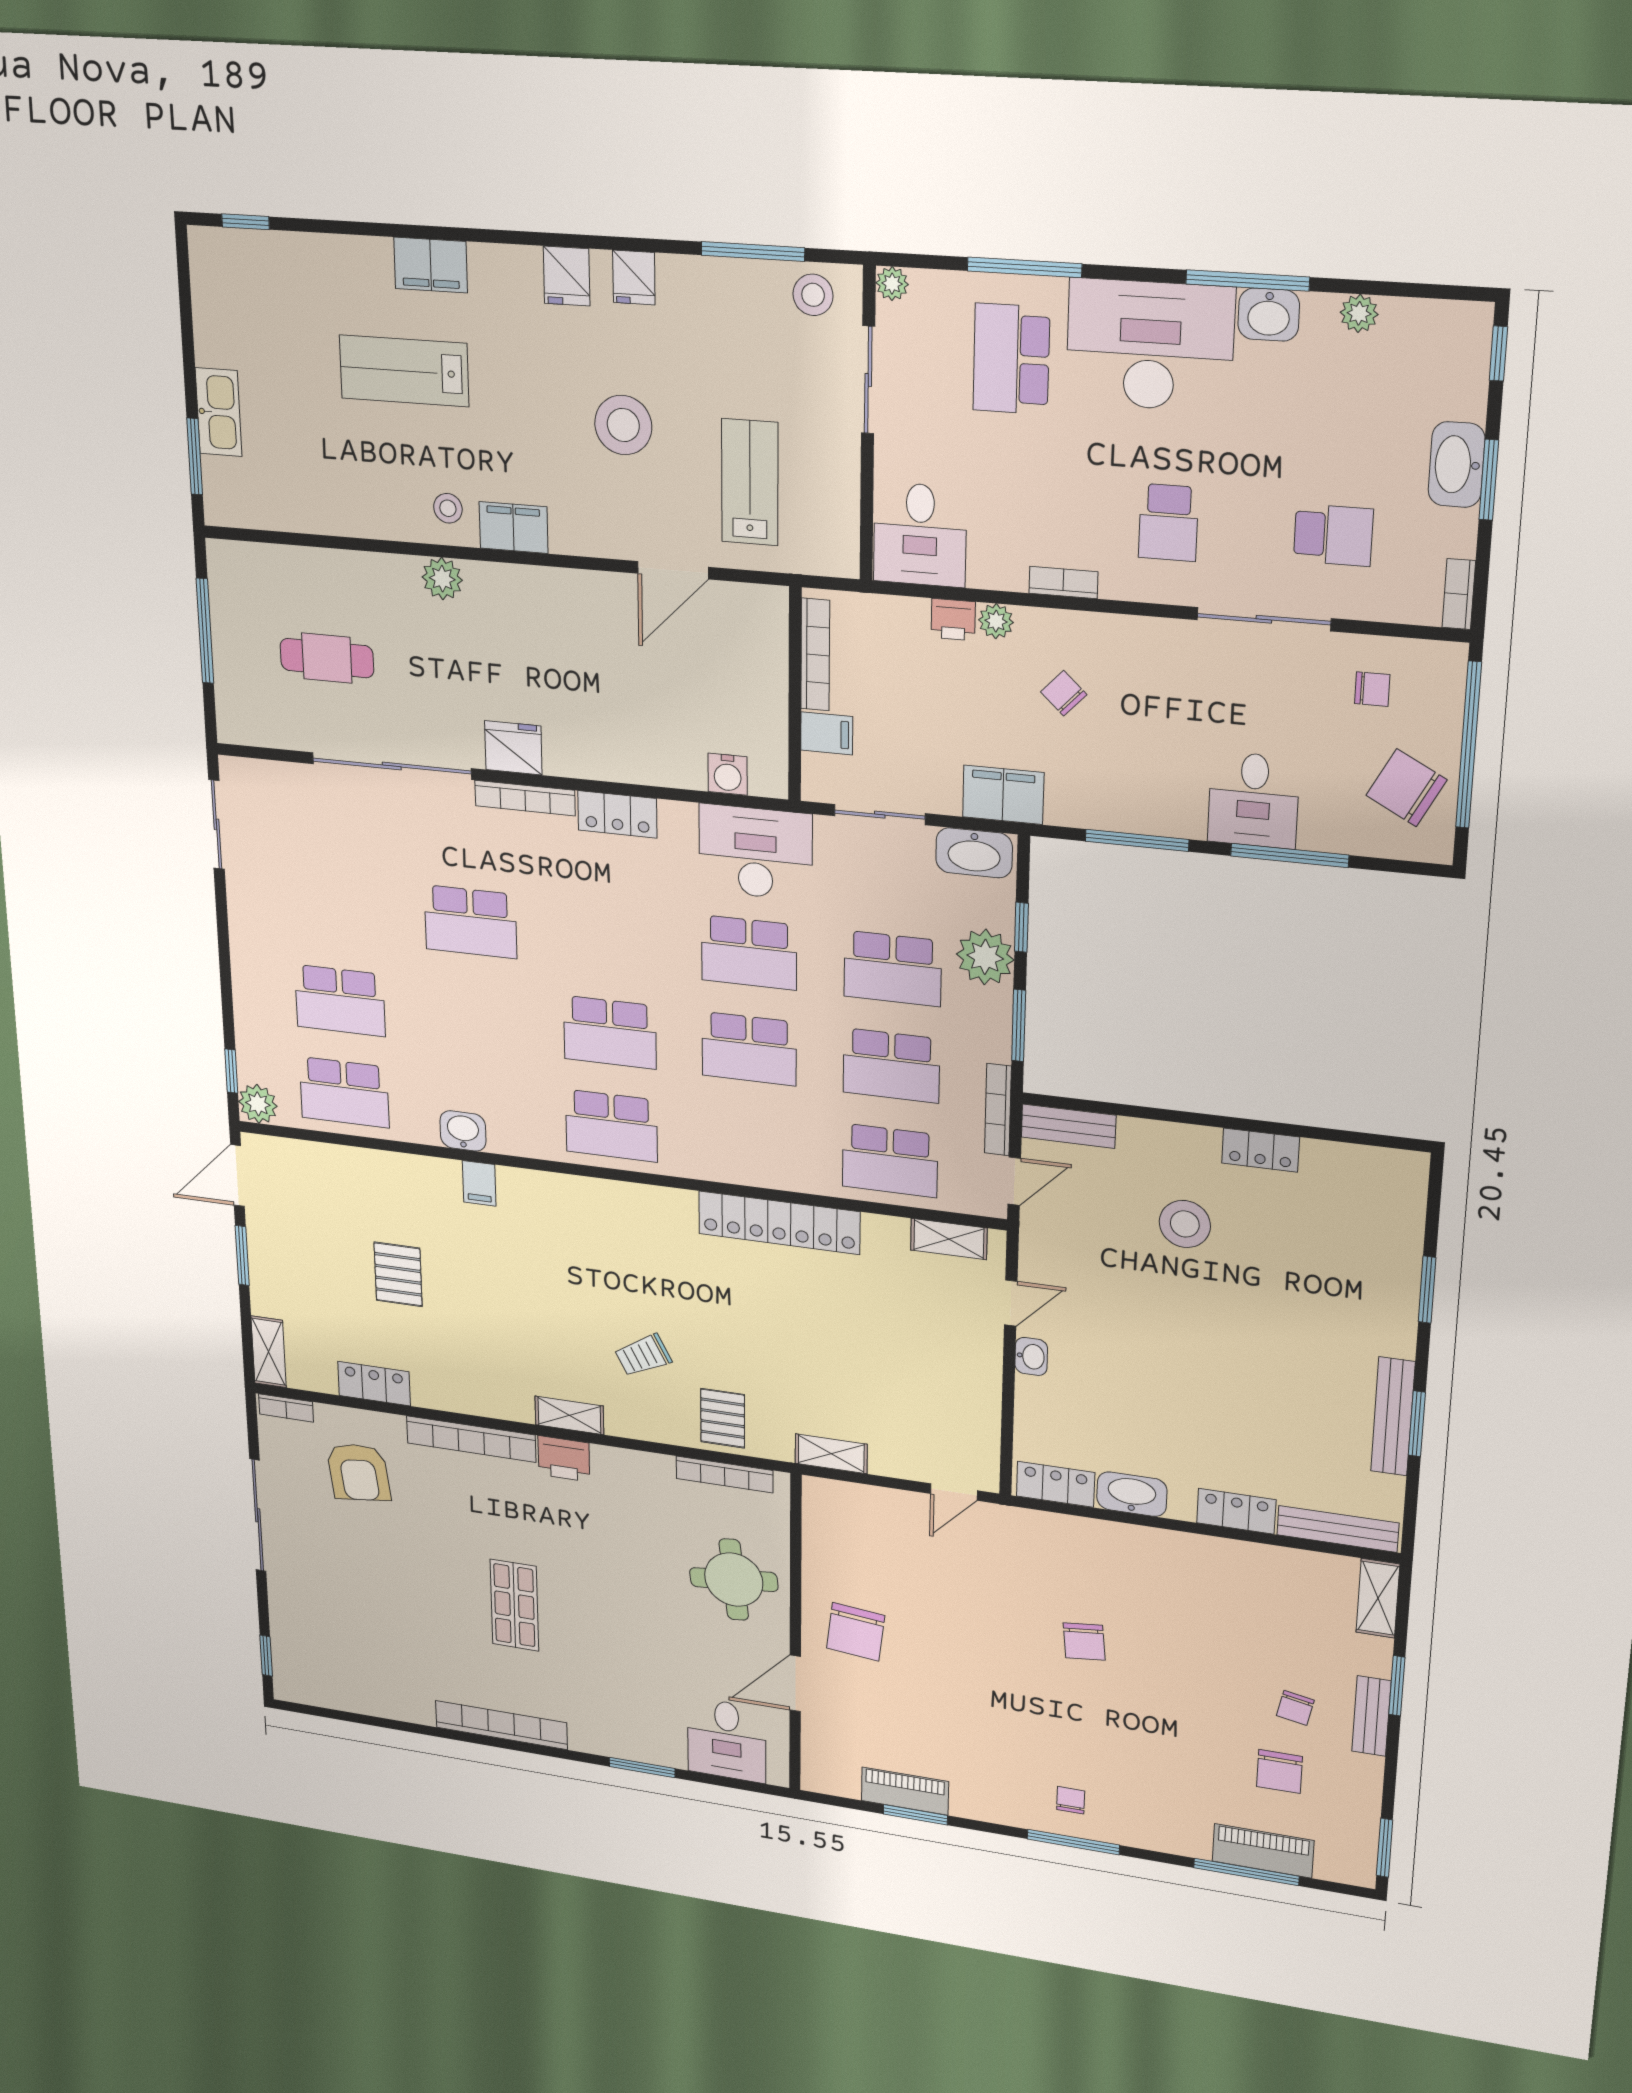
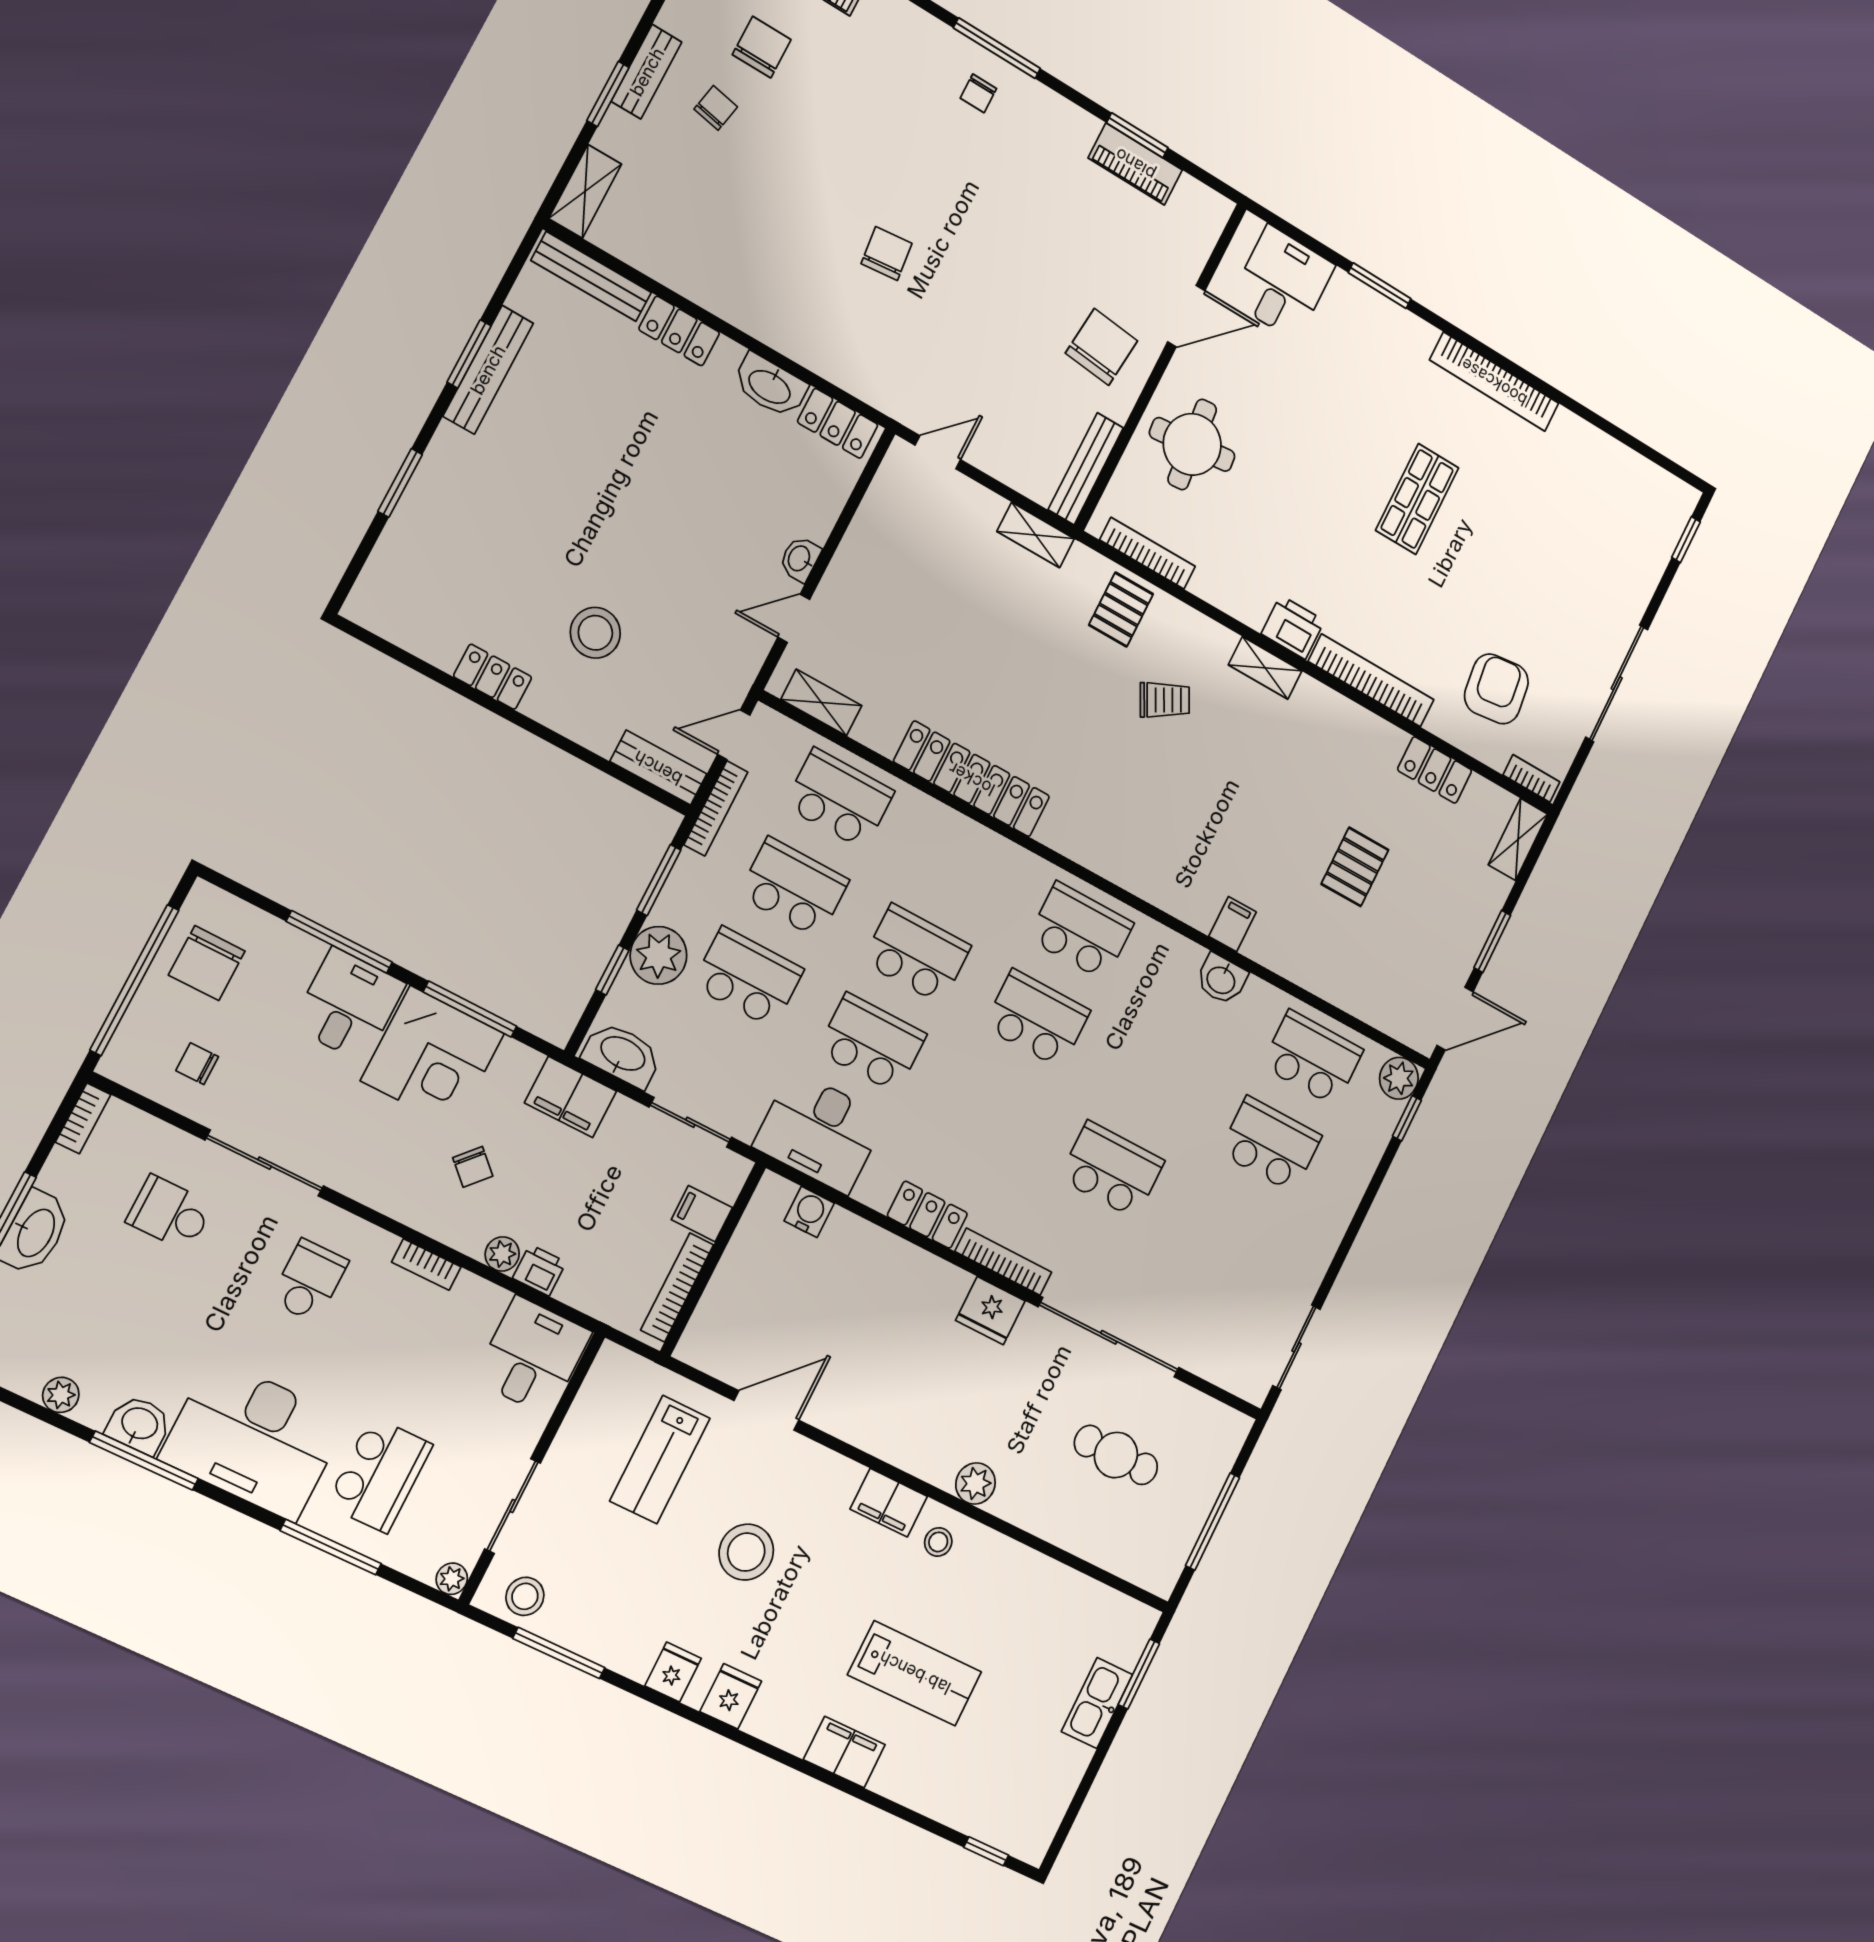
corner desk: (1151, 782) -> (433, 1057), added
chair: (1406, 788) -> (207, 963), turned 62
bench: (816, 1526) -> (1086, 469), added

